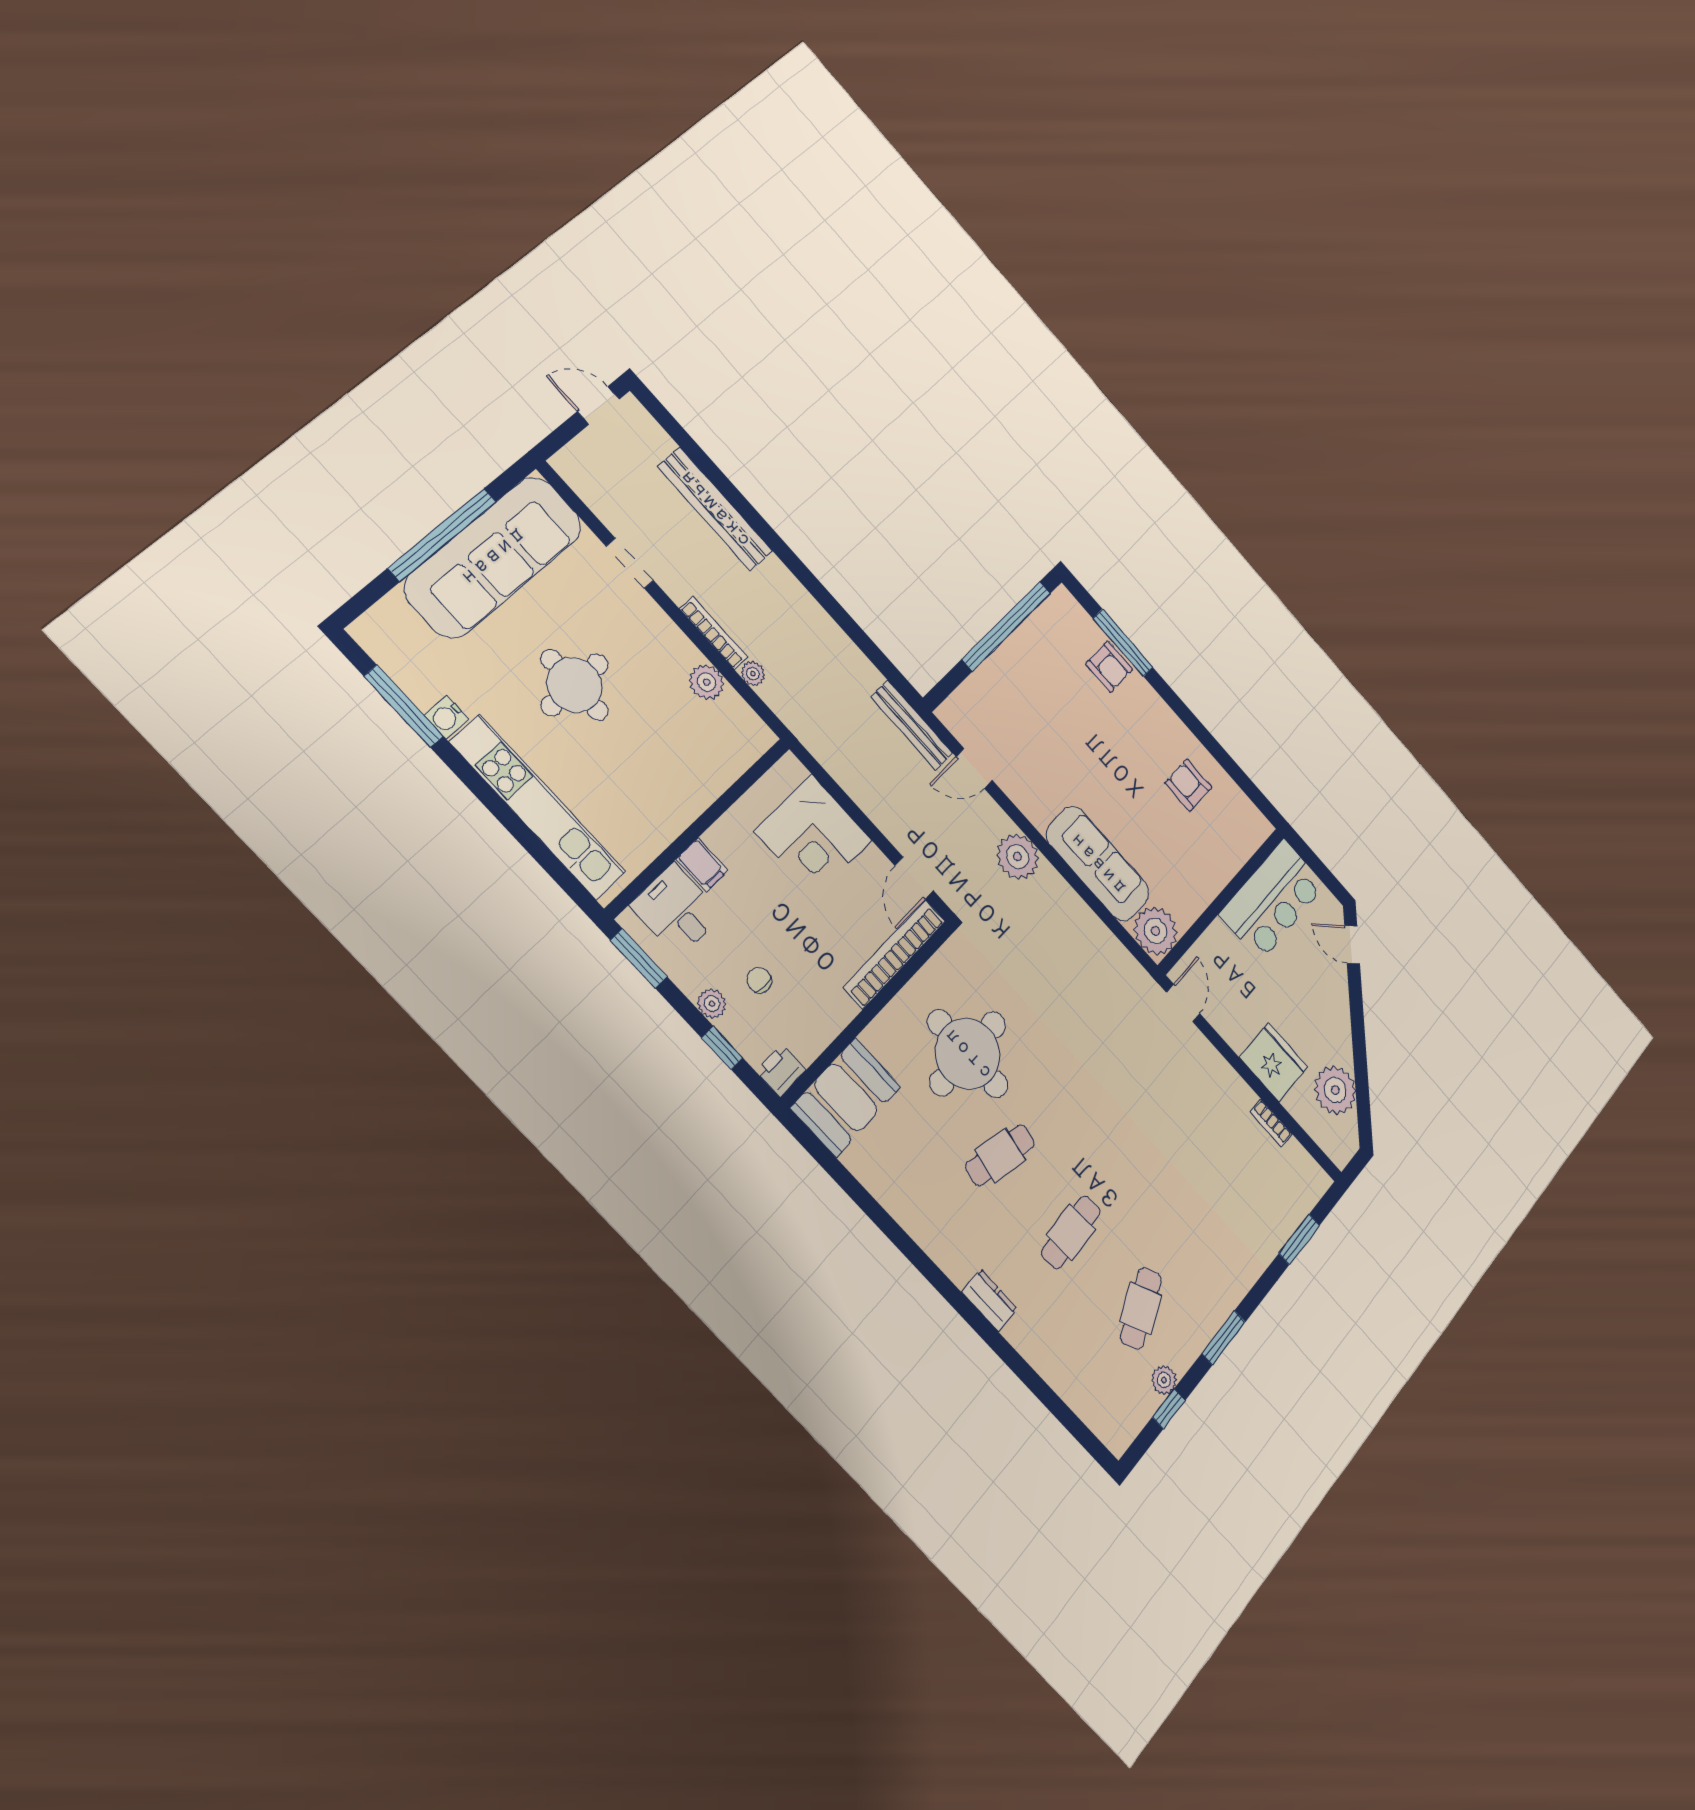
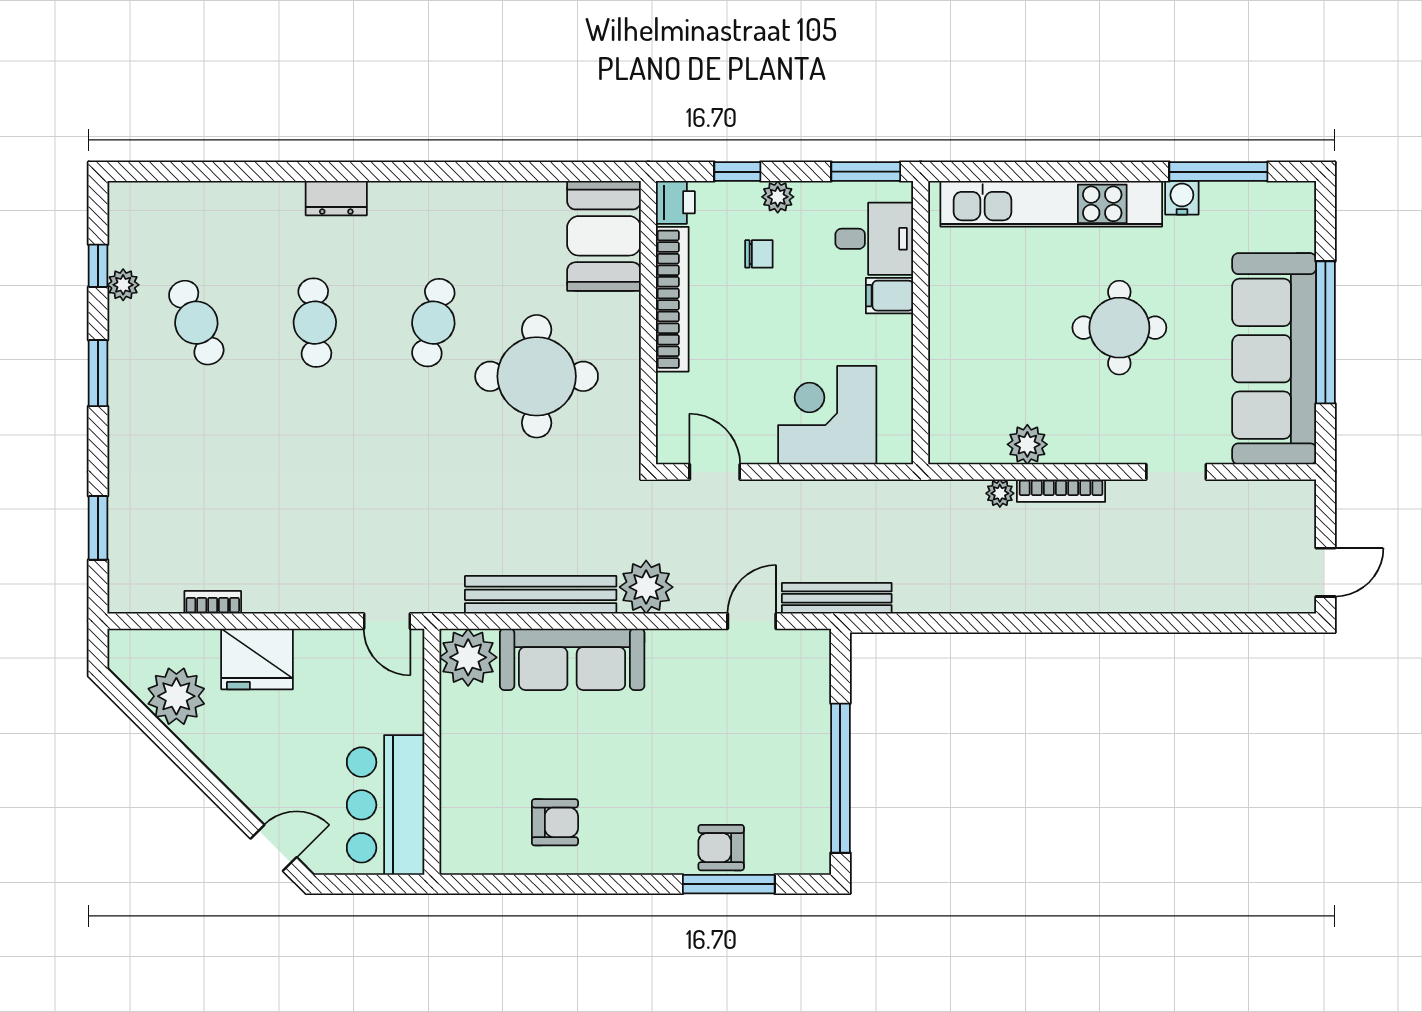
bench: (715, 509) -> (541, 595), moved
bookcase: (895, 954) -> (672, 299), moved

